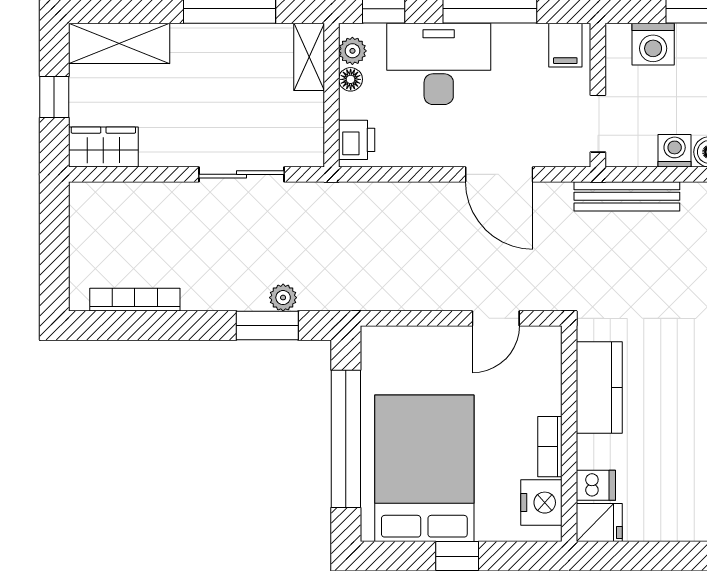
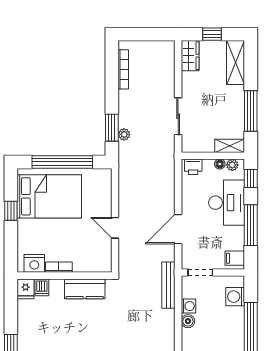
kitchen counter: (599, 387) -> (85, 289), moved
wall: (569, 434) -> (64, 276), moved
bookcase: (550, 447) -> (59, 267), moved
dishwasher: (596, 485) -> (42, 287), moved
nightstand: (541, 503) -> (34, 263), moved
fridge: (599, 522) -> (26, 289), moved

